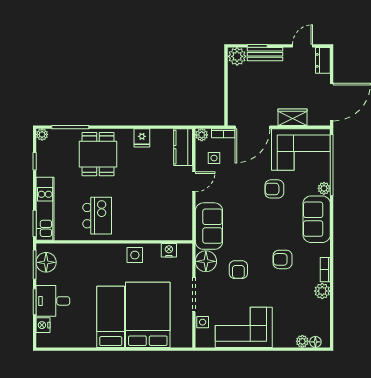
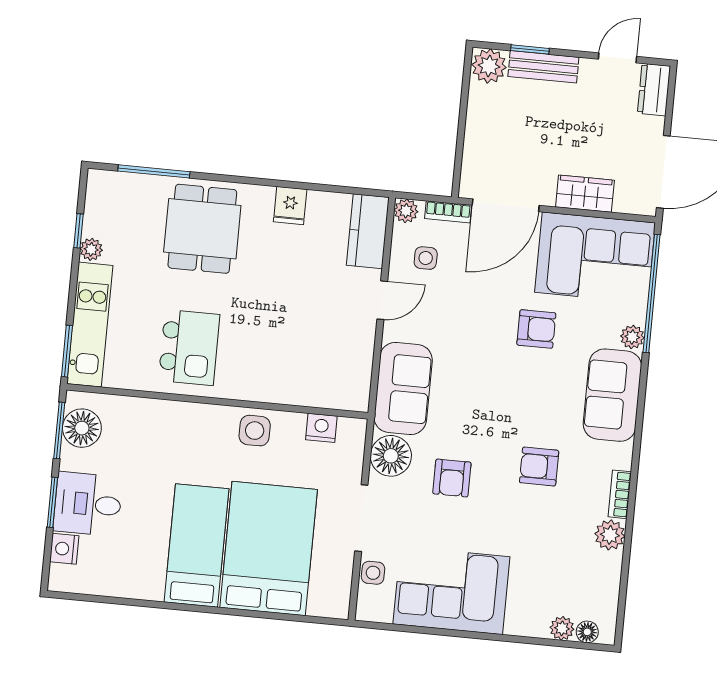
plant: (42, 134) -> (91, 249), moved
armchair: (274, 189) -> (536, 329), turned 180

